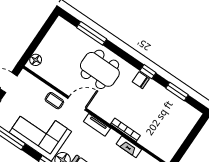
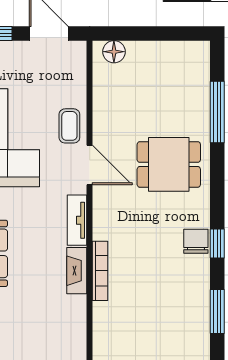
dining table: (100, 69) -> (169, 164), width x0.73
fireplace: (129, 147) -> (77, 271), moved

